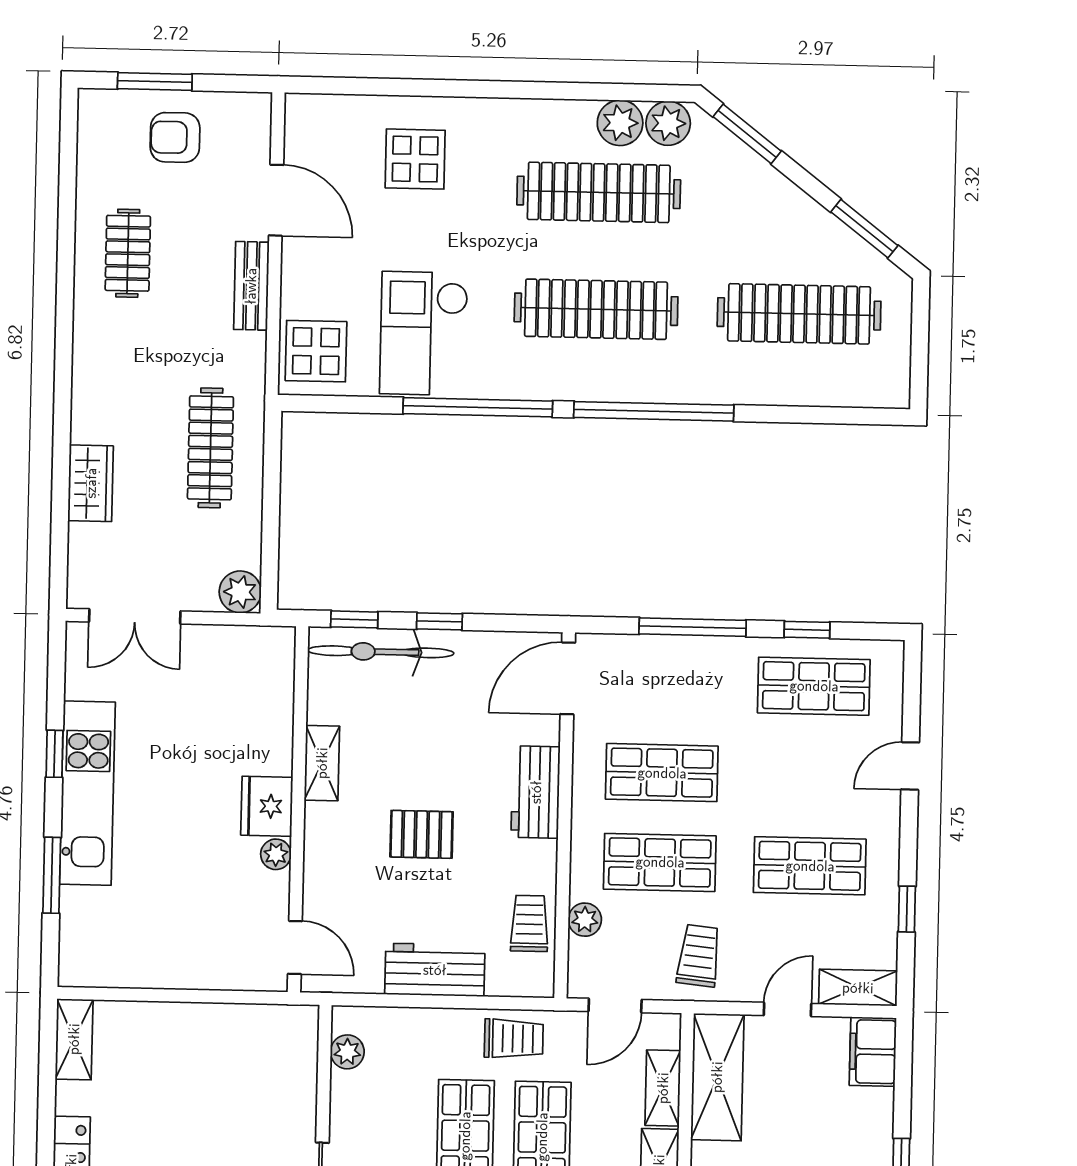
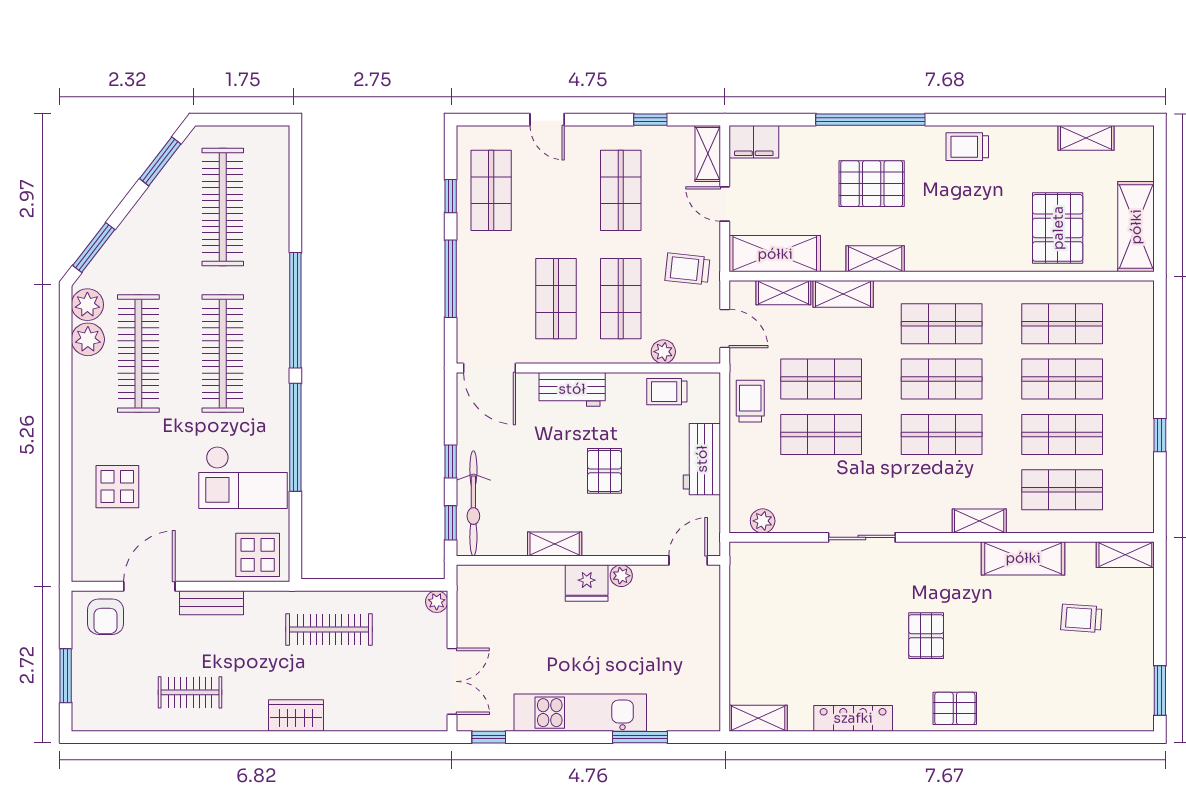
armchair: (175, 137) -> (106, 617), moved
wardrobe: (91, 483) -> (296, 715), moved
plant: (240, 592) -> (437, 602), width x0.73, depth x0.73
window: (54, 754) -> (489, 737), moved

